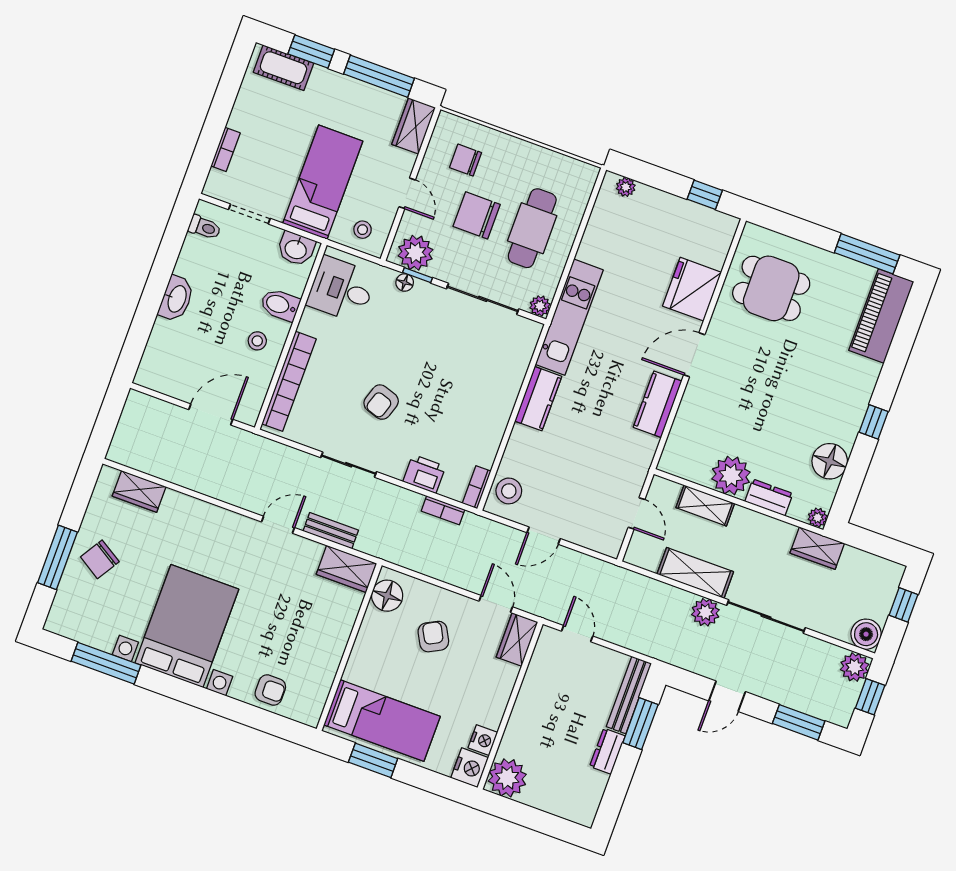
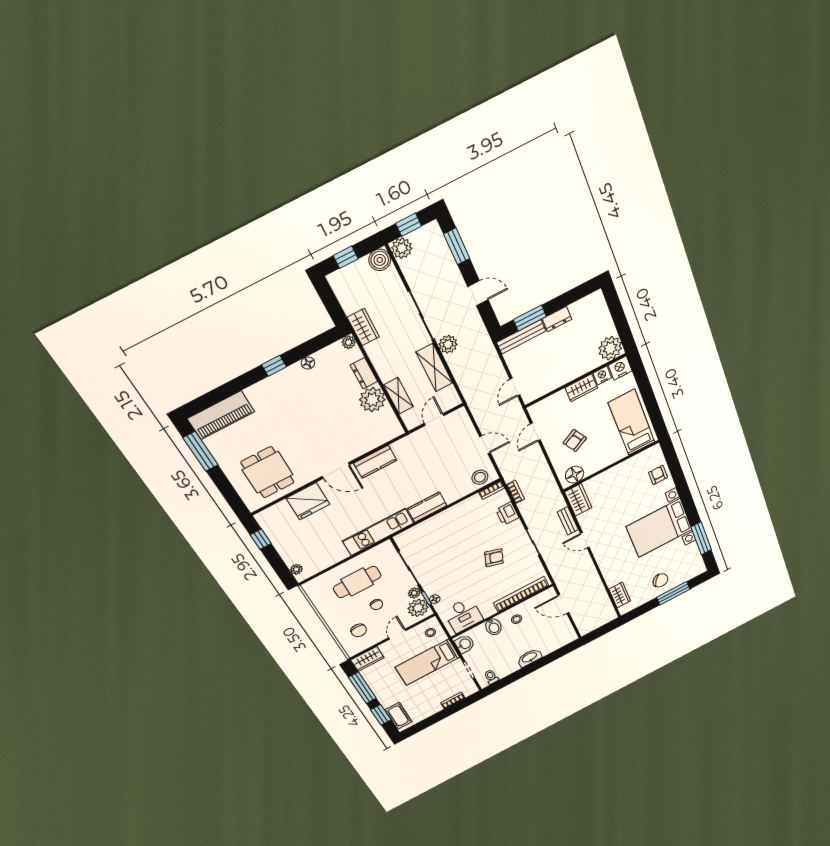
chair: (477, 215) -> (377, 605), width x0.54, depth x0.54
plant: (540, 306) -> (414, 593), moved
floor lamp: (830, 461) -> (308, 363), width x0.53, depth x0.53
wardrobe: (517, 640) -> (581, 388), moved
window: (373, 760) -> (653, 408), removed

